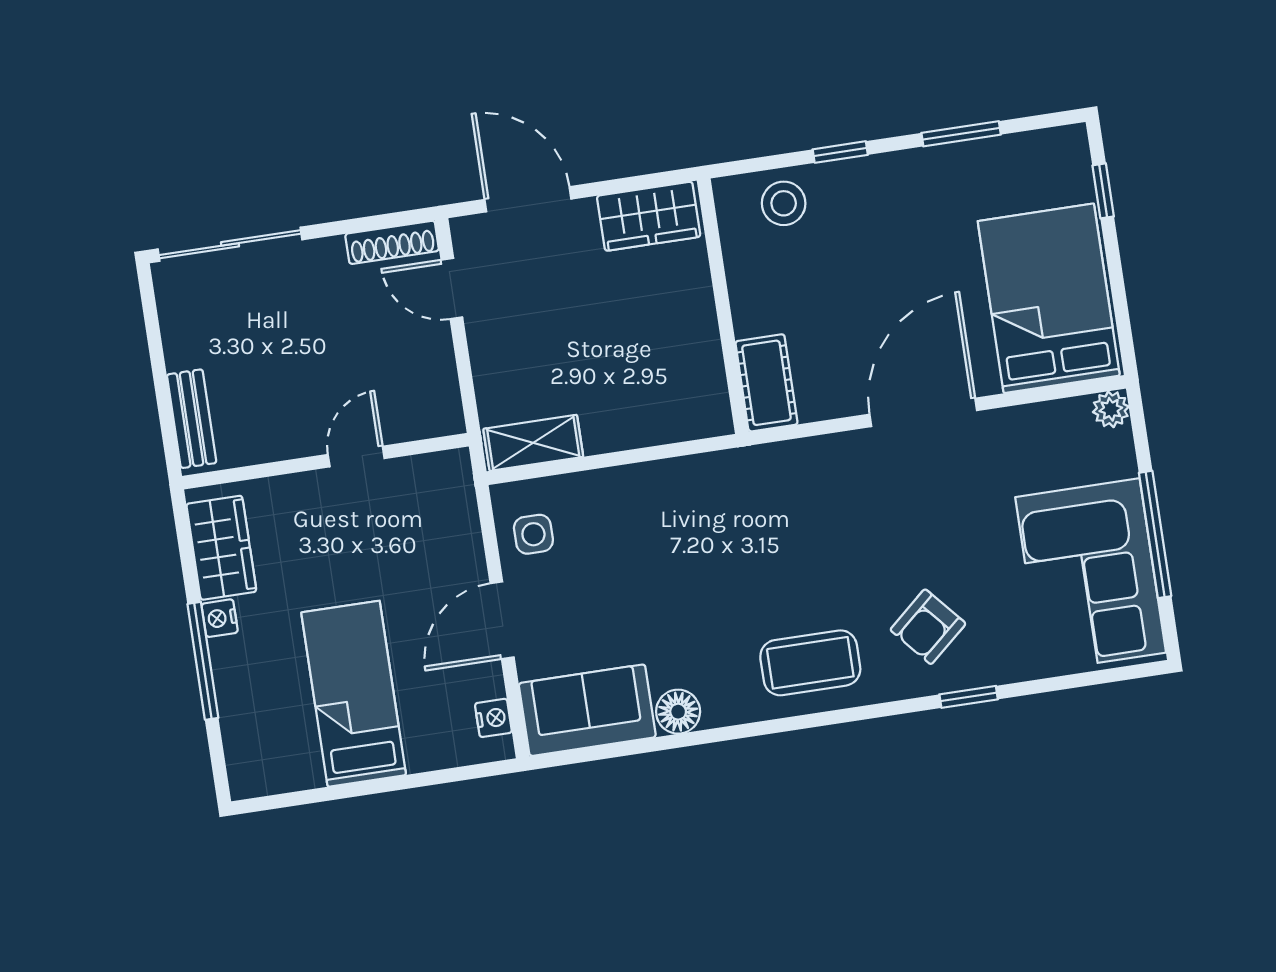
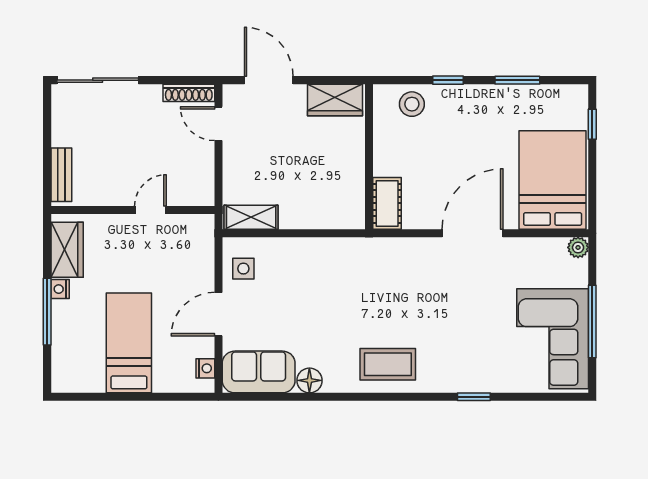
armchair: (928, 627) -> (457, 354), removed

